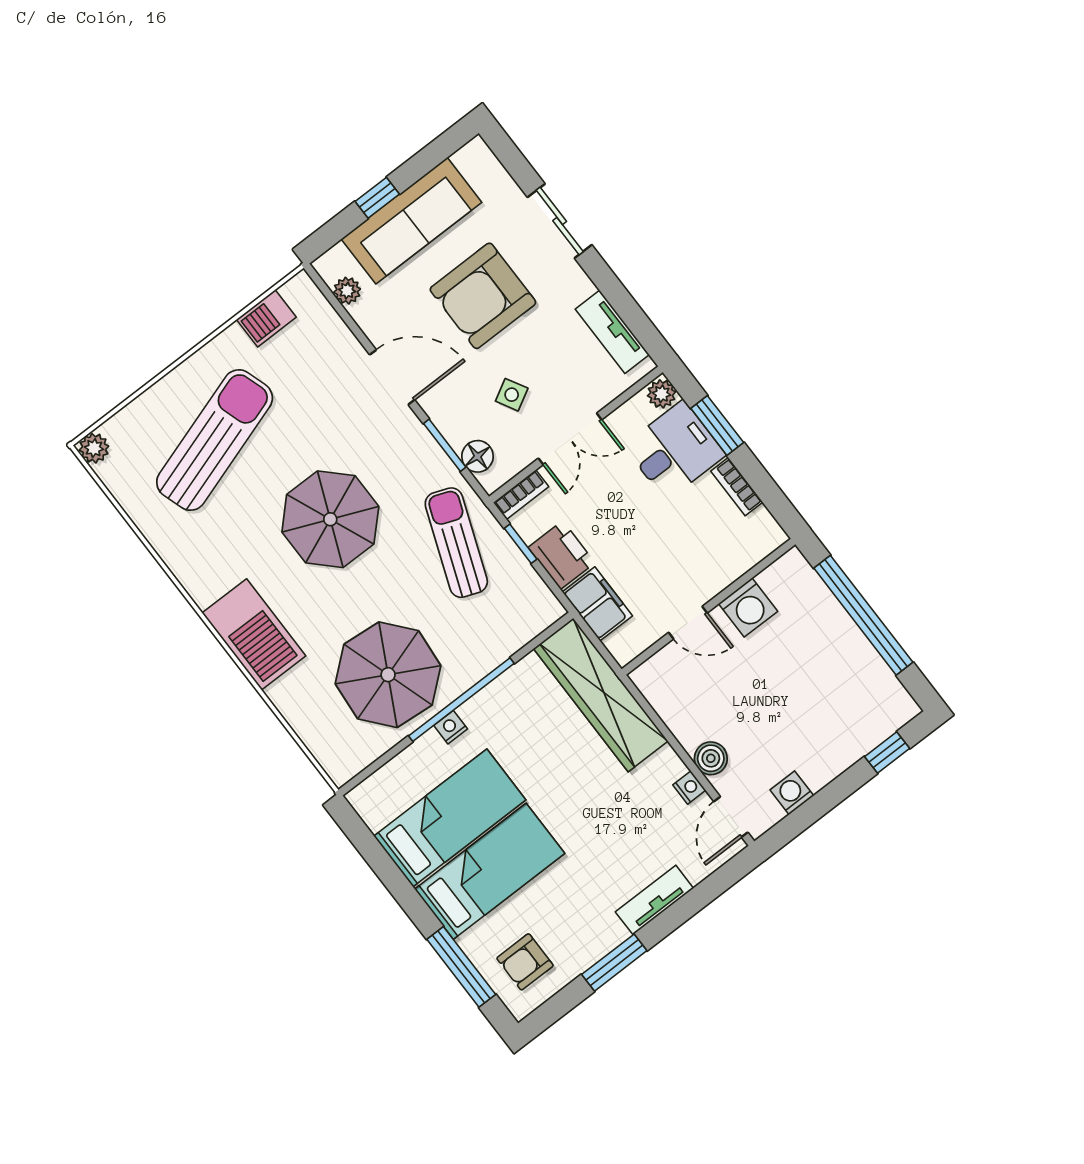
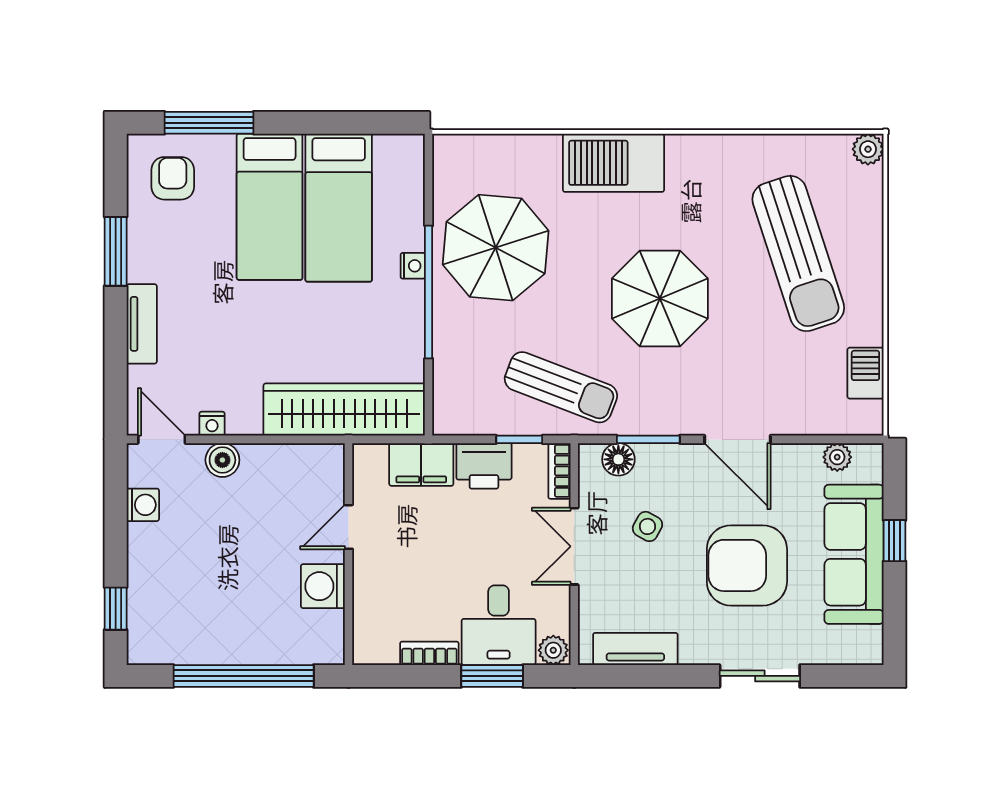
armchair: (483, 296) -> (747, 565), turned -90
door: (392, 377) -> (737, 439), hinge flipped
side table: (512, 395) -> (647, 526), turned -32

